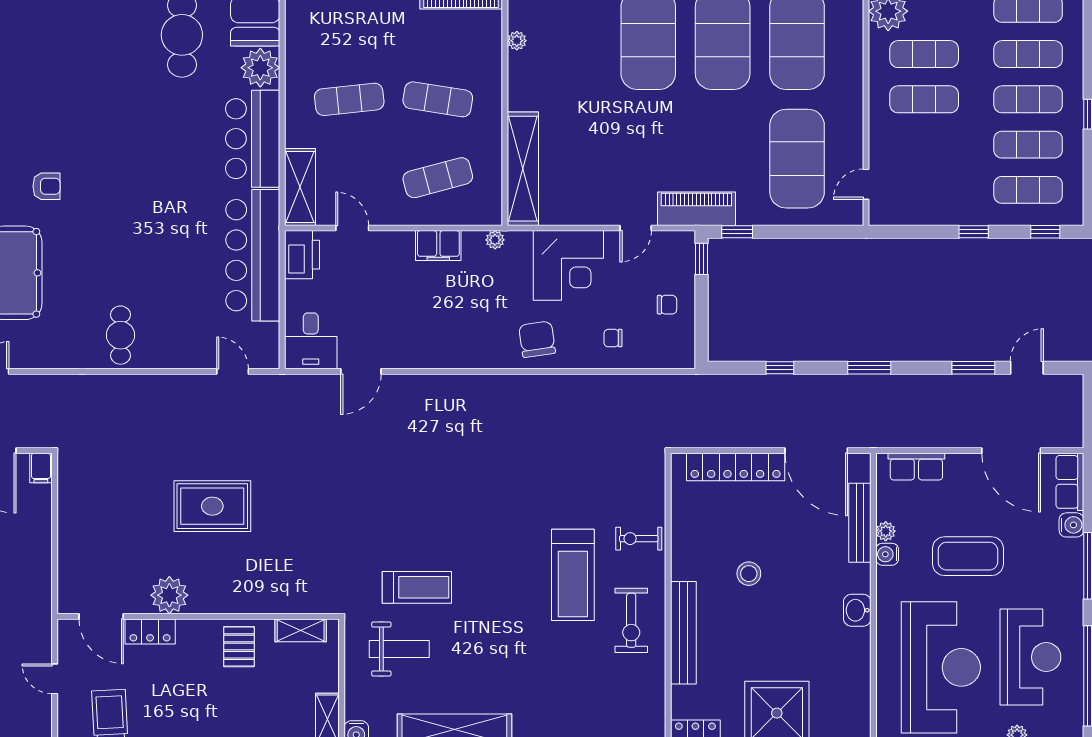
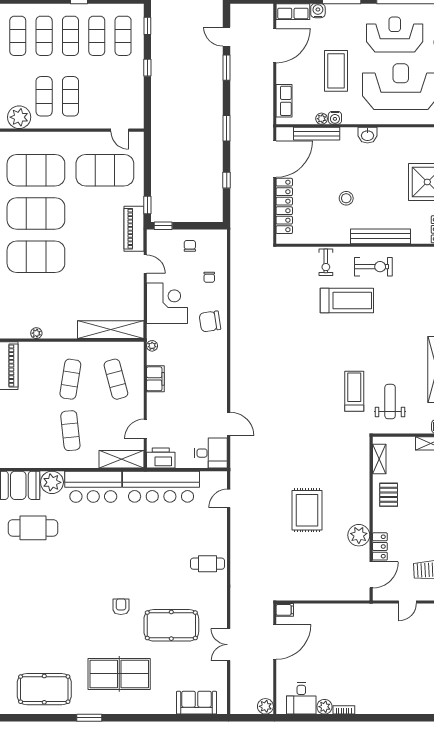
pallet: (239, 647) -> (389, 495), turned 90

